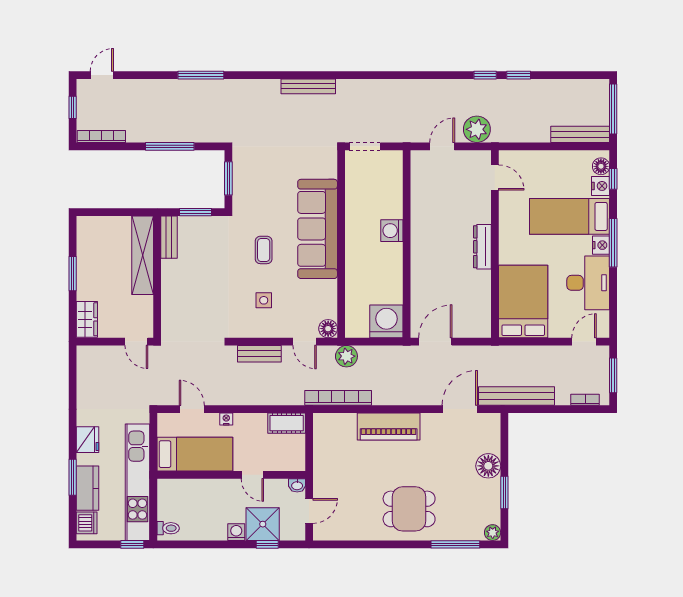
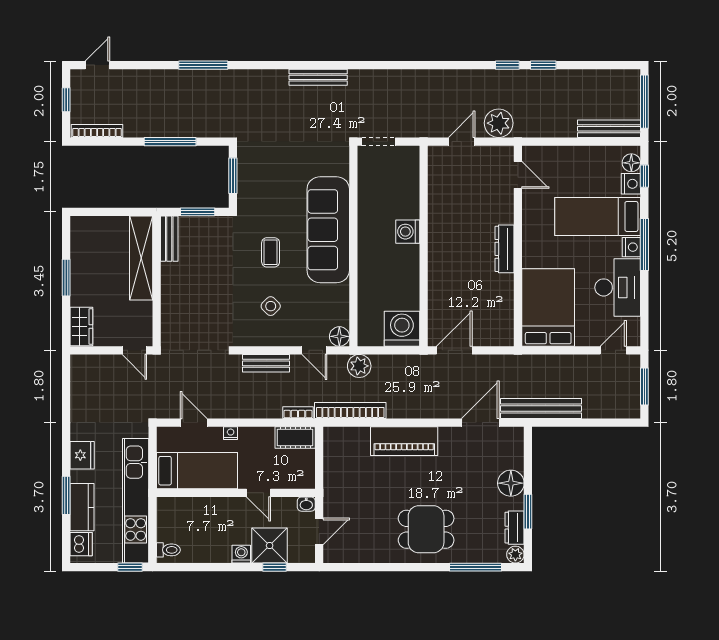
side table: (264, 300) -> (271, 306), turned 45
bookcase: (585, 400) -> (298, 413), moved
dresser: (492, 507) -> (515, 528), added

